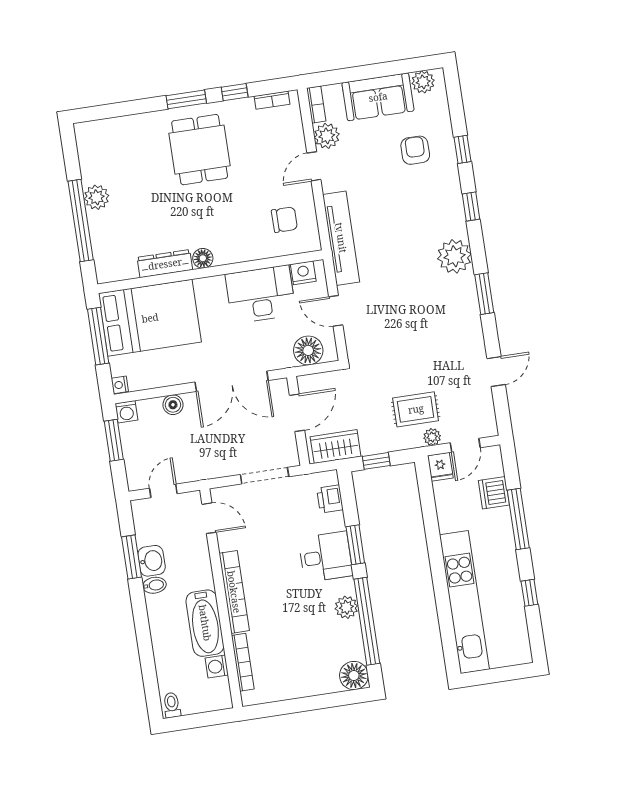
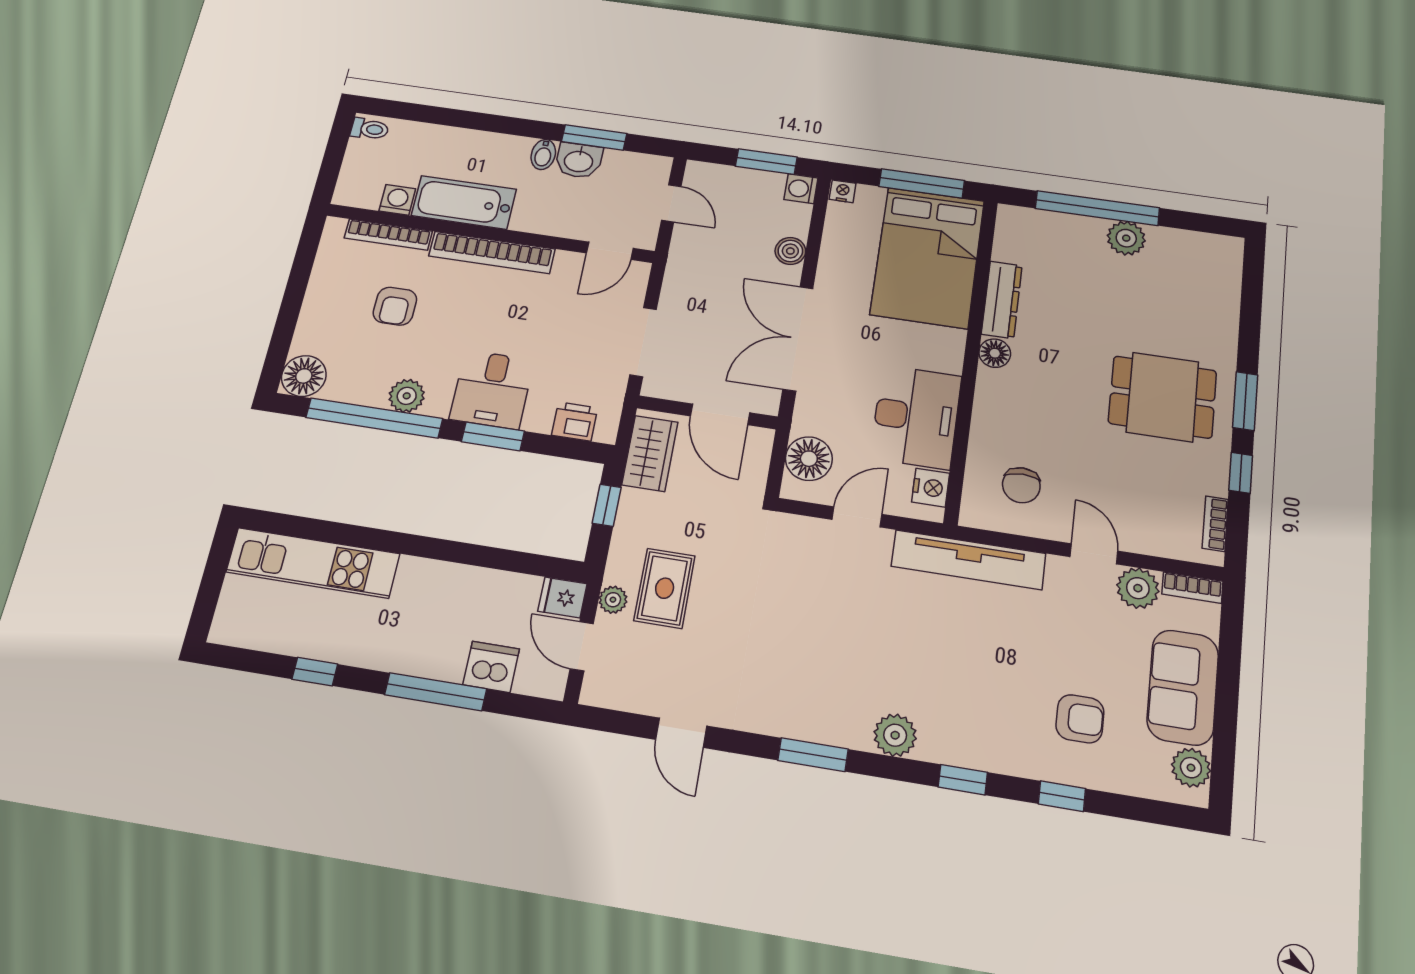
plant: (454, 256) -> (895, 735), width x0.73, depth x0.73
kitchen unit: (464, 602) -> (313, 563), width x0.73
armchair: (290, 638) -> (395, 306), added

